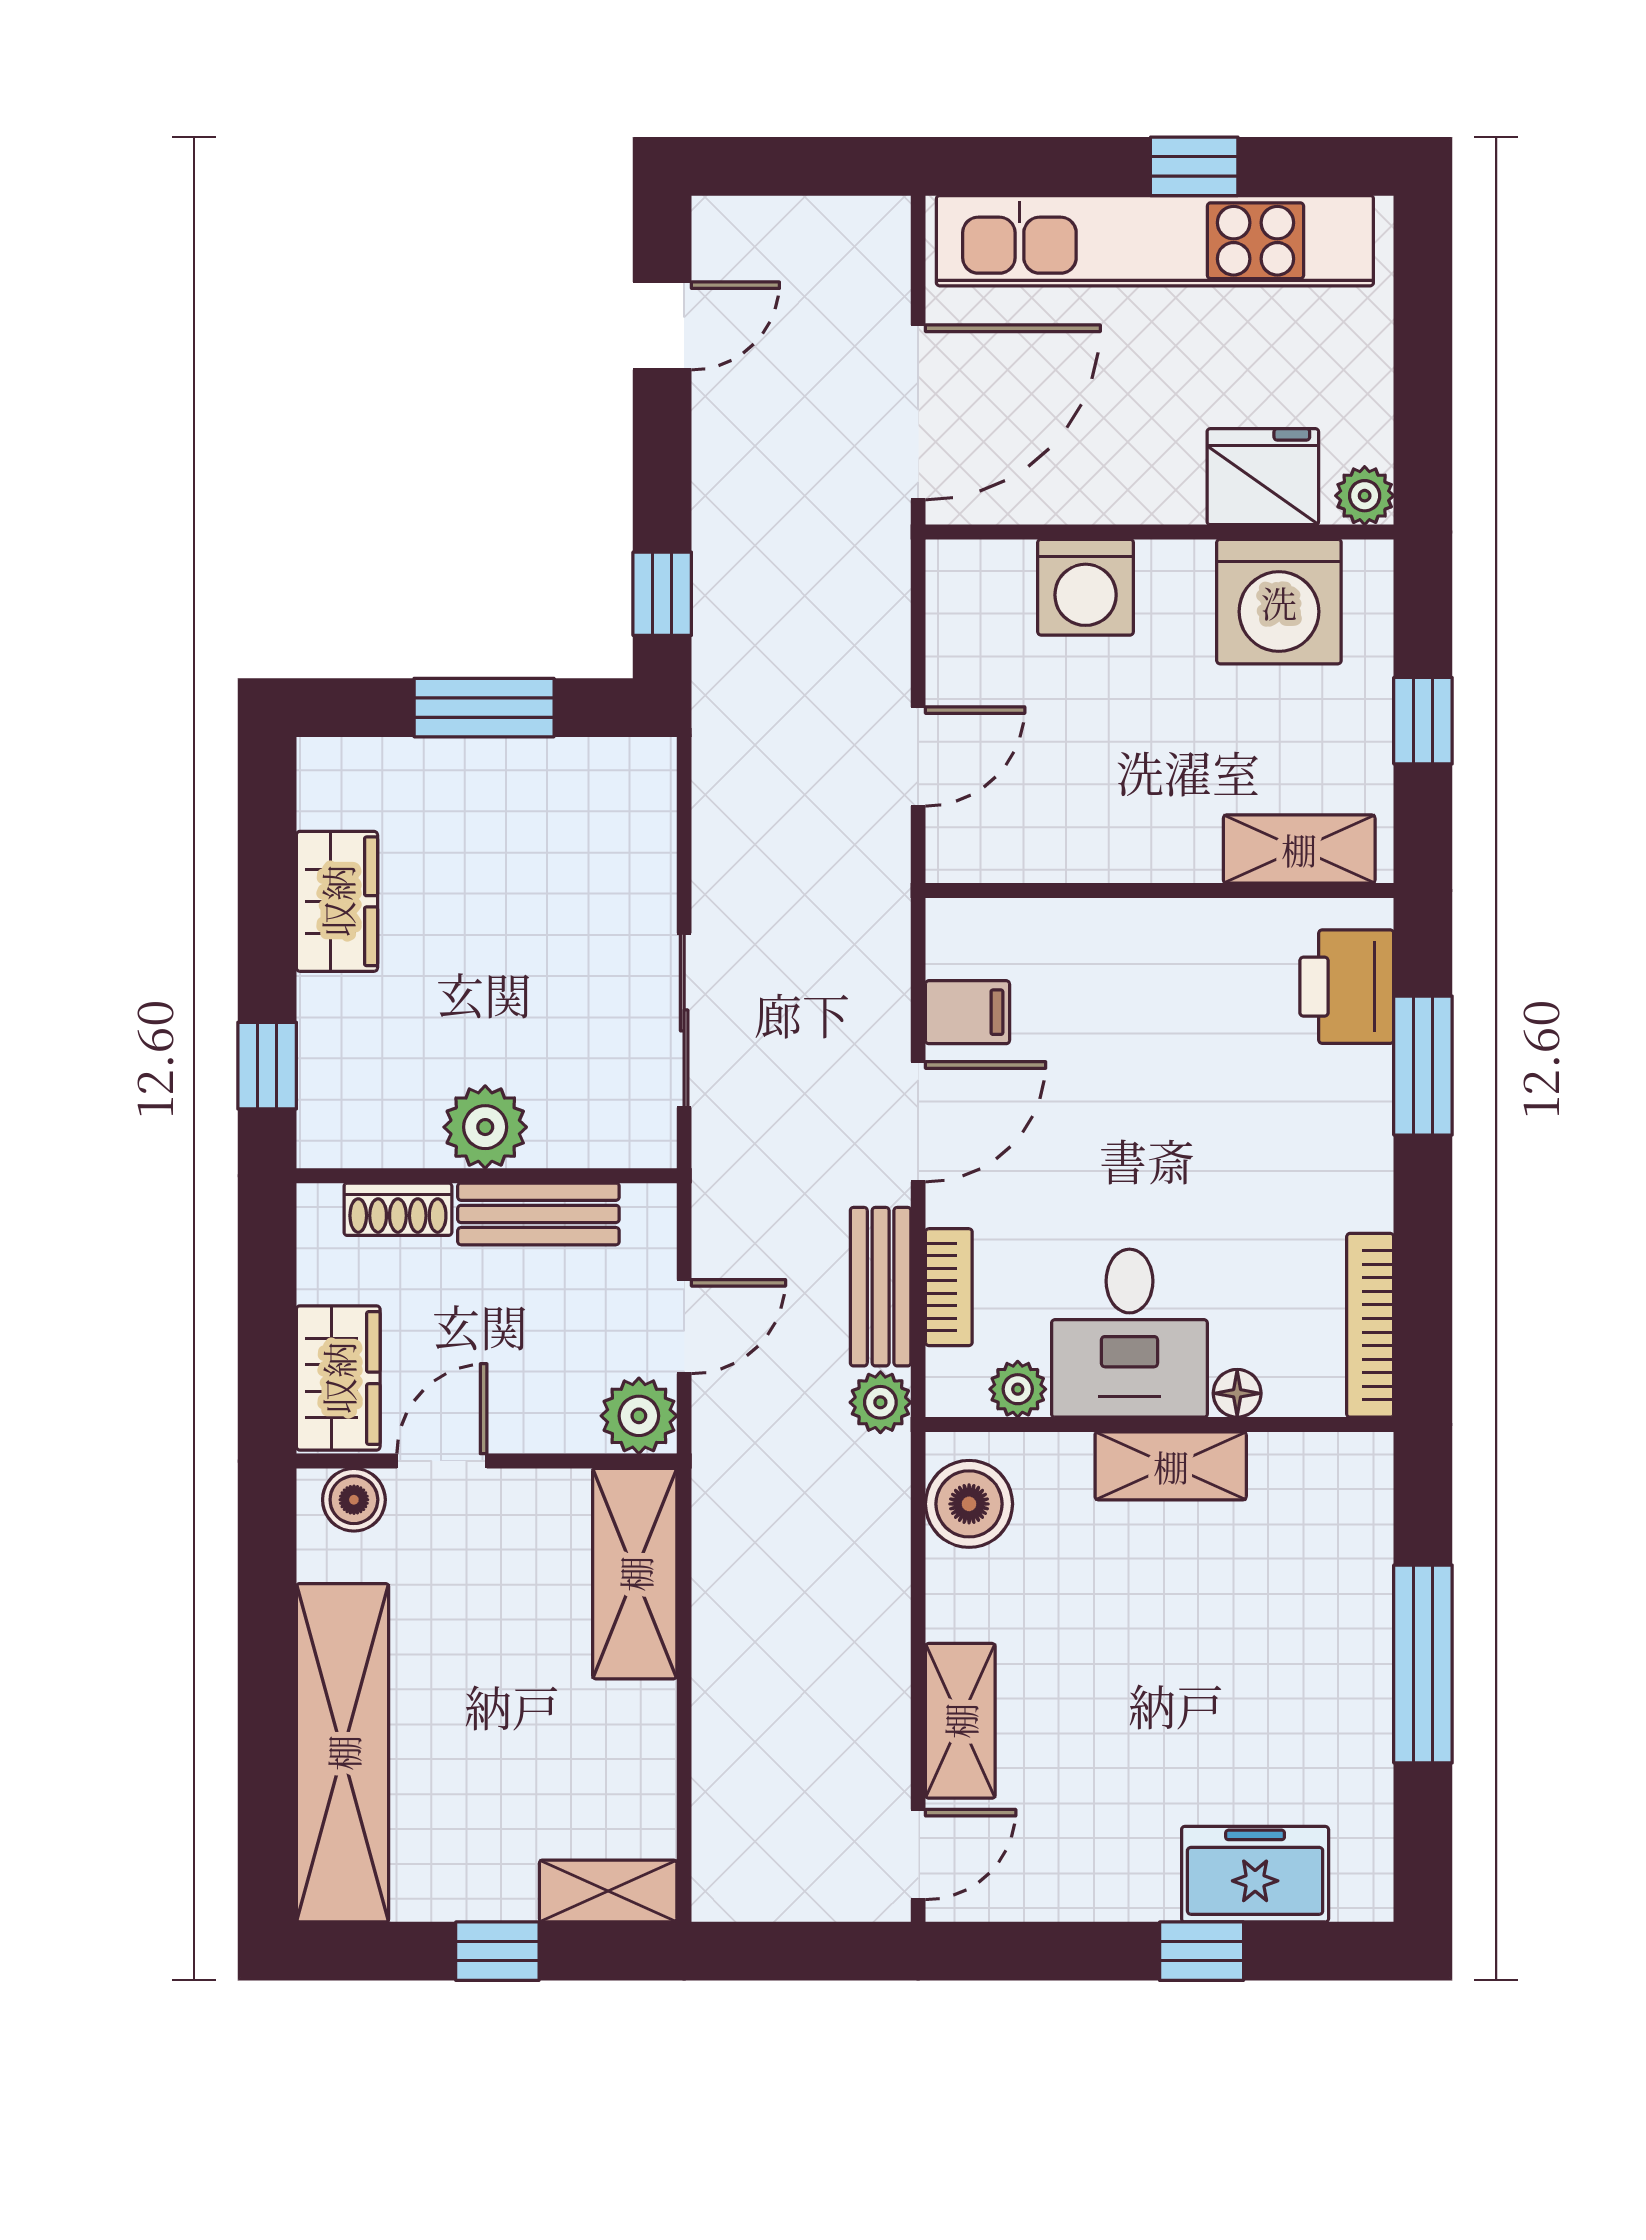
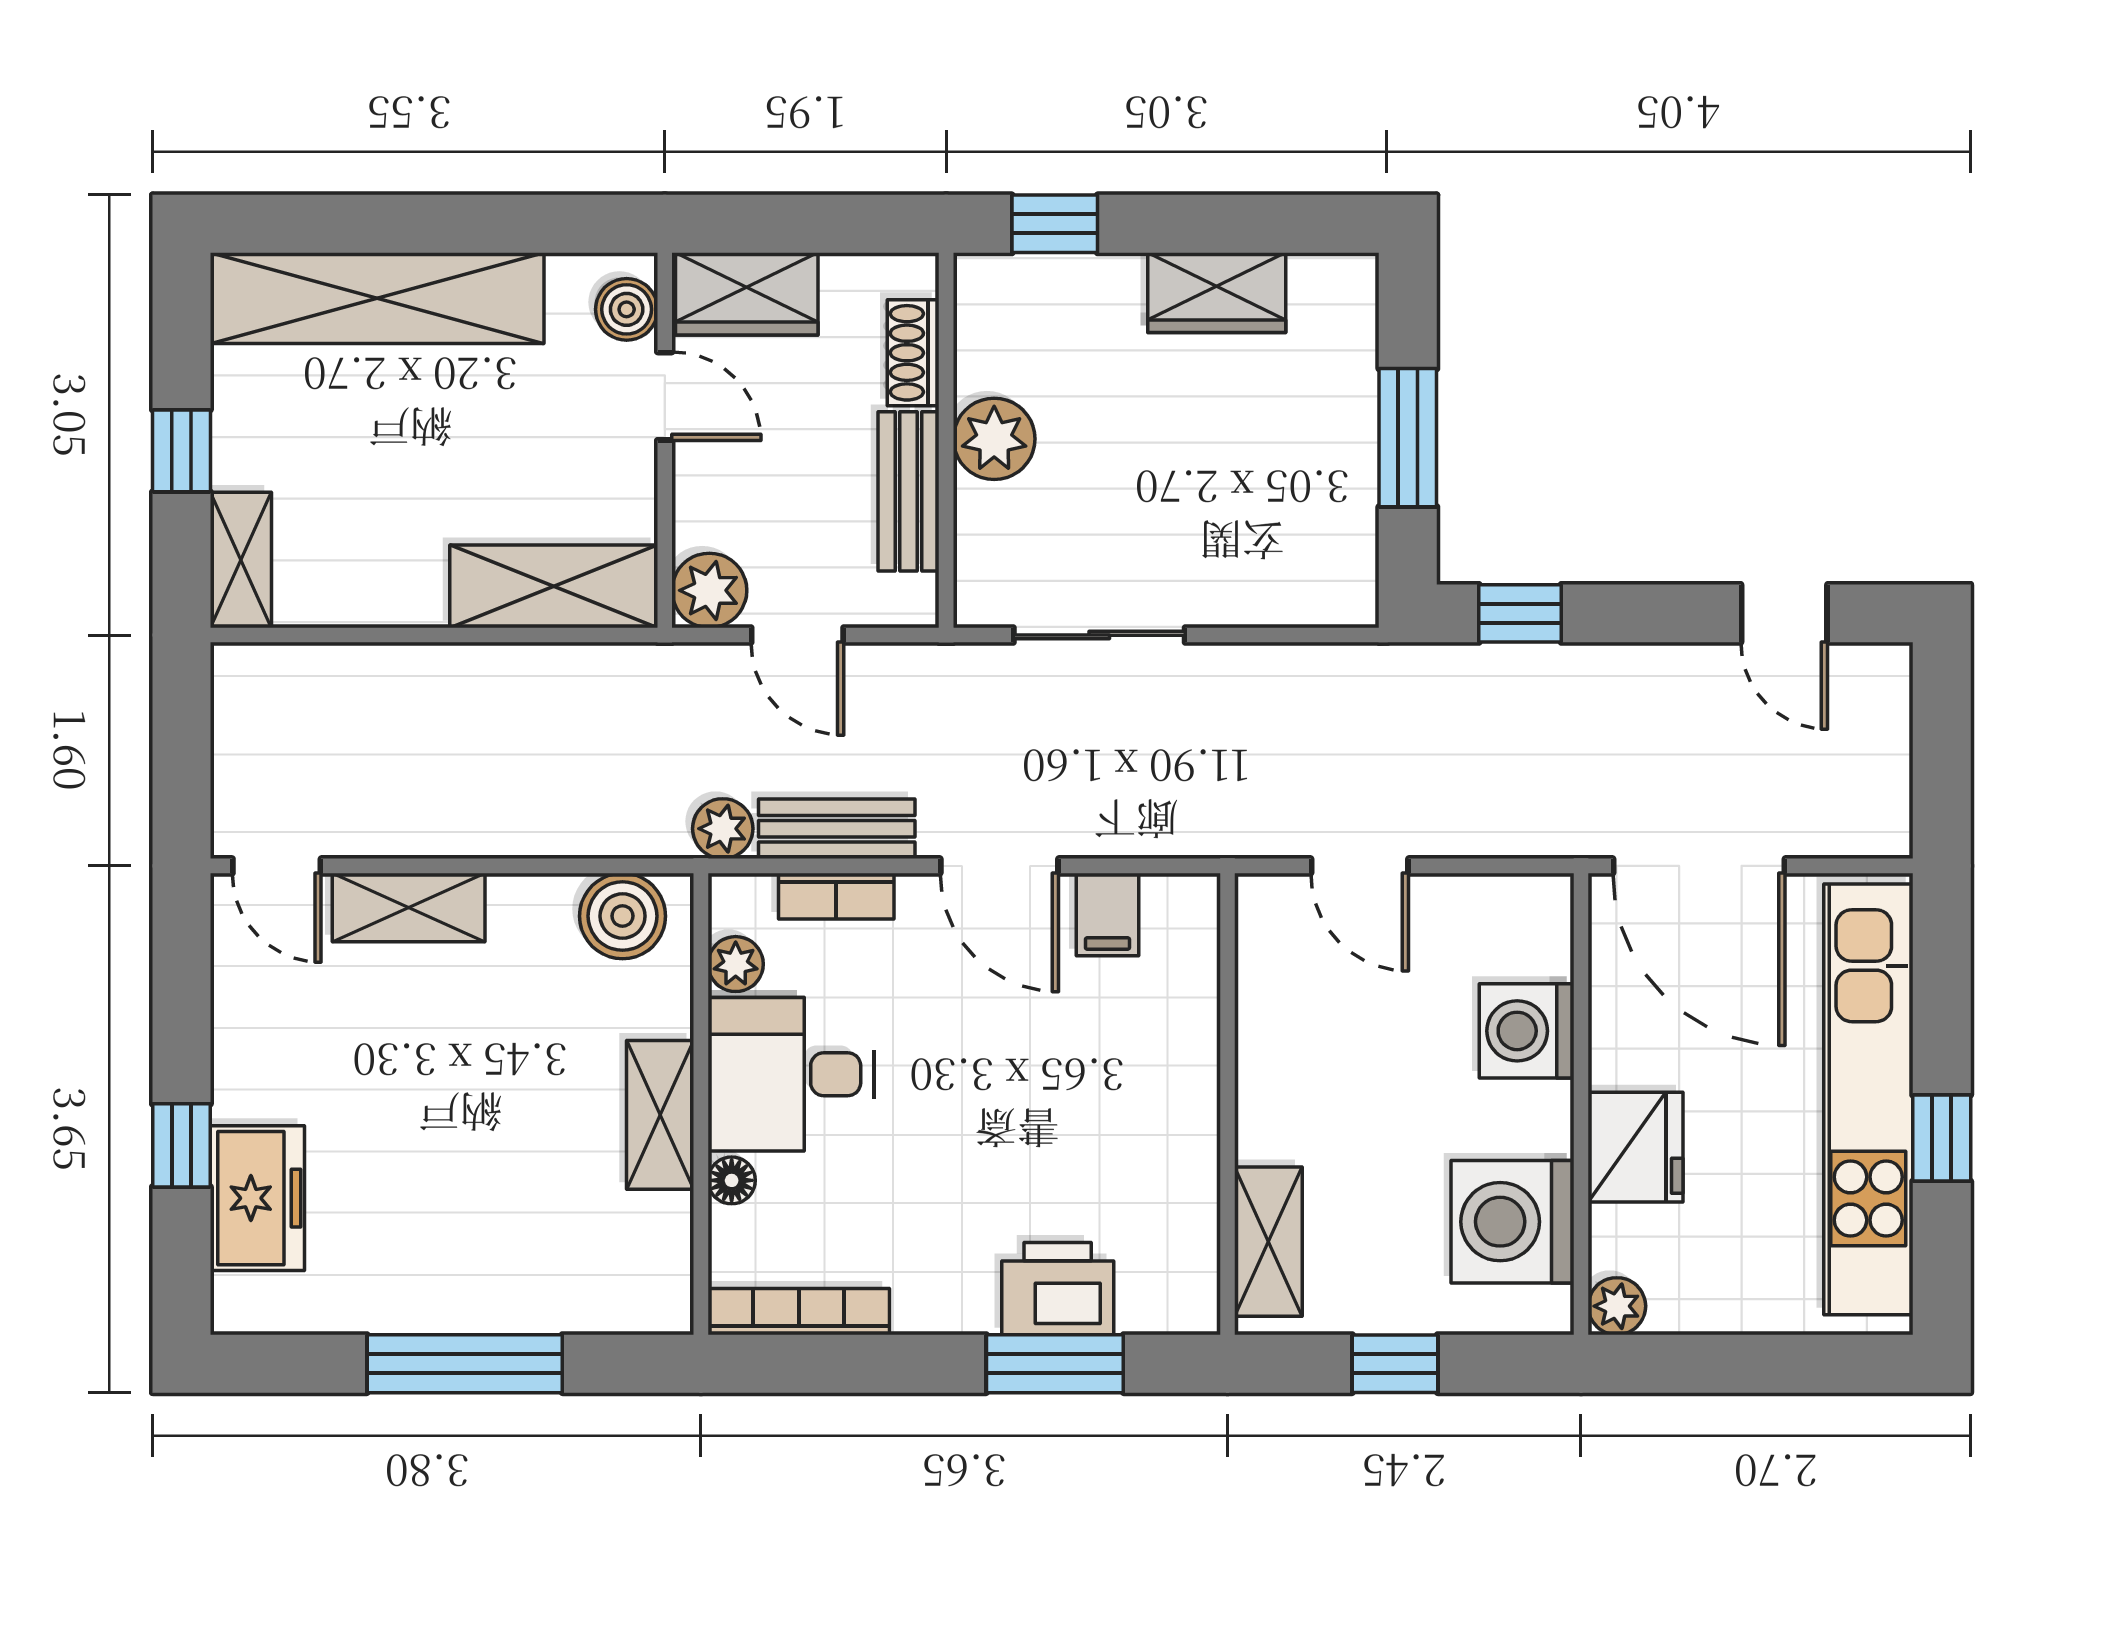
fridge: (1263, 477) -> (1636, 1147), moved
printer: (1347, 987) -> (1058, 1289), moved

